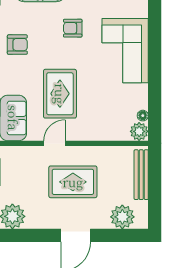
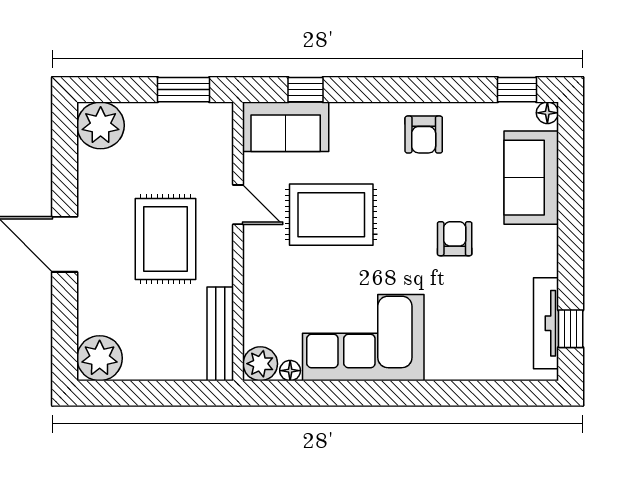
corner sofa: (125, 51) -> (363, 338), moved
bench: (141, 175) -> (220, 334), moved, turned 90
plant: (122, 217) -> (100, 358), moved

